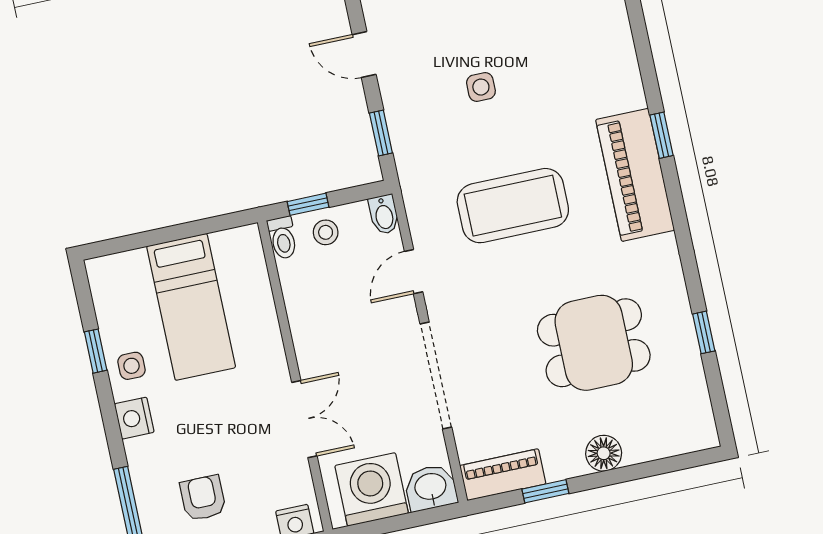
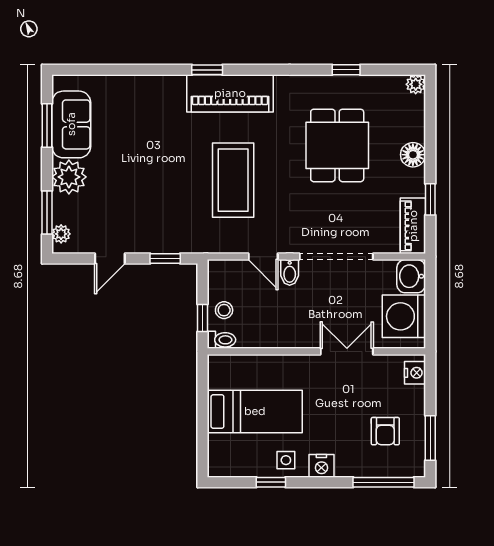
side table: (481, 87) -> (149, 185), removed
bidet: (384, 214) -> (290, 272), moved, turned 90
plant: (704, 436) -> (416, 84), added
armchair: (203, 498) -> (385, 431), turned -90

